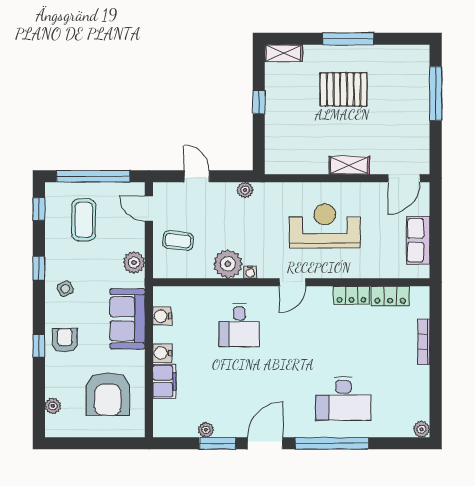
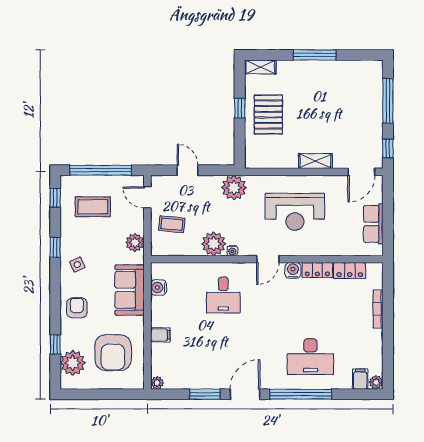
pallet: (344, 89) -> (268, 115), moved, turned 90
window: (436, 150) -> (388, 148), added
plant: (245, 190) -> (234, 188), width x1.87, depth x1.87
coffee table: (84, 220) -> (93, 207), turned 90
reception desk: (325, 226) -> (295, 212), turned 180
window: (39, 346) -> (55, 344), moved
water cooler: (162, 353) -> (293, 270), moved, turned 90
filing cabinet: (164, 381) -> (160, 335), width x0.50
plant: (53, 406) -> (73, 363), width x1.87, depth x1.87
filing cabinet: (403, 425) -> (360, 379), added
plant: (206, 430) -> (157, 383), moved

